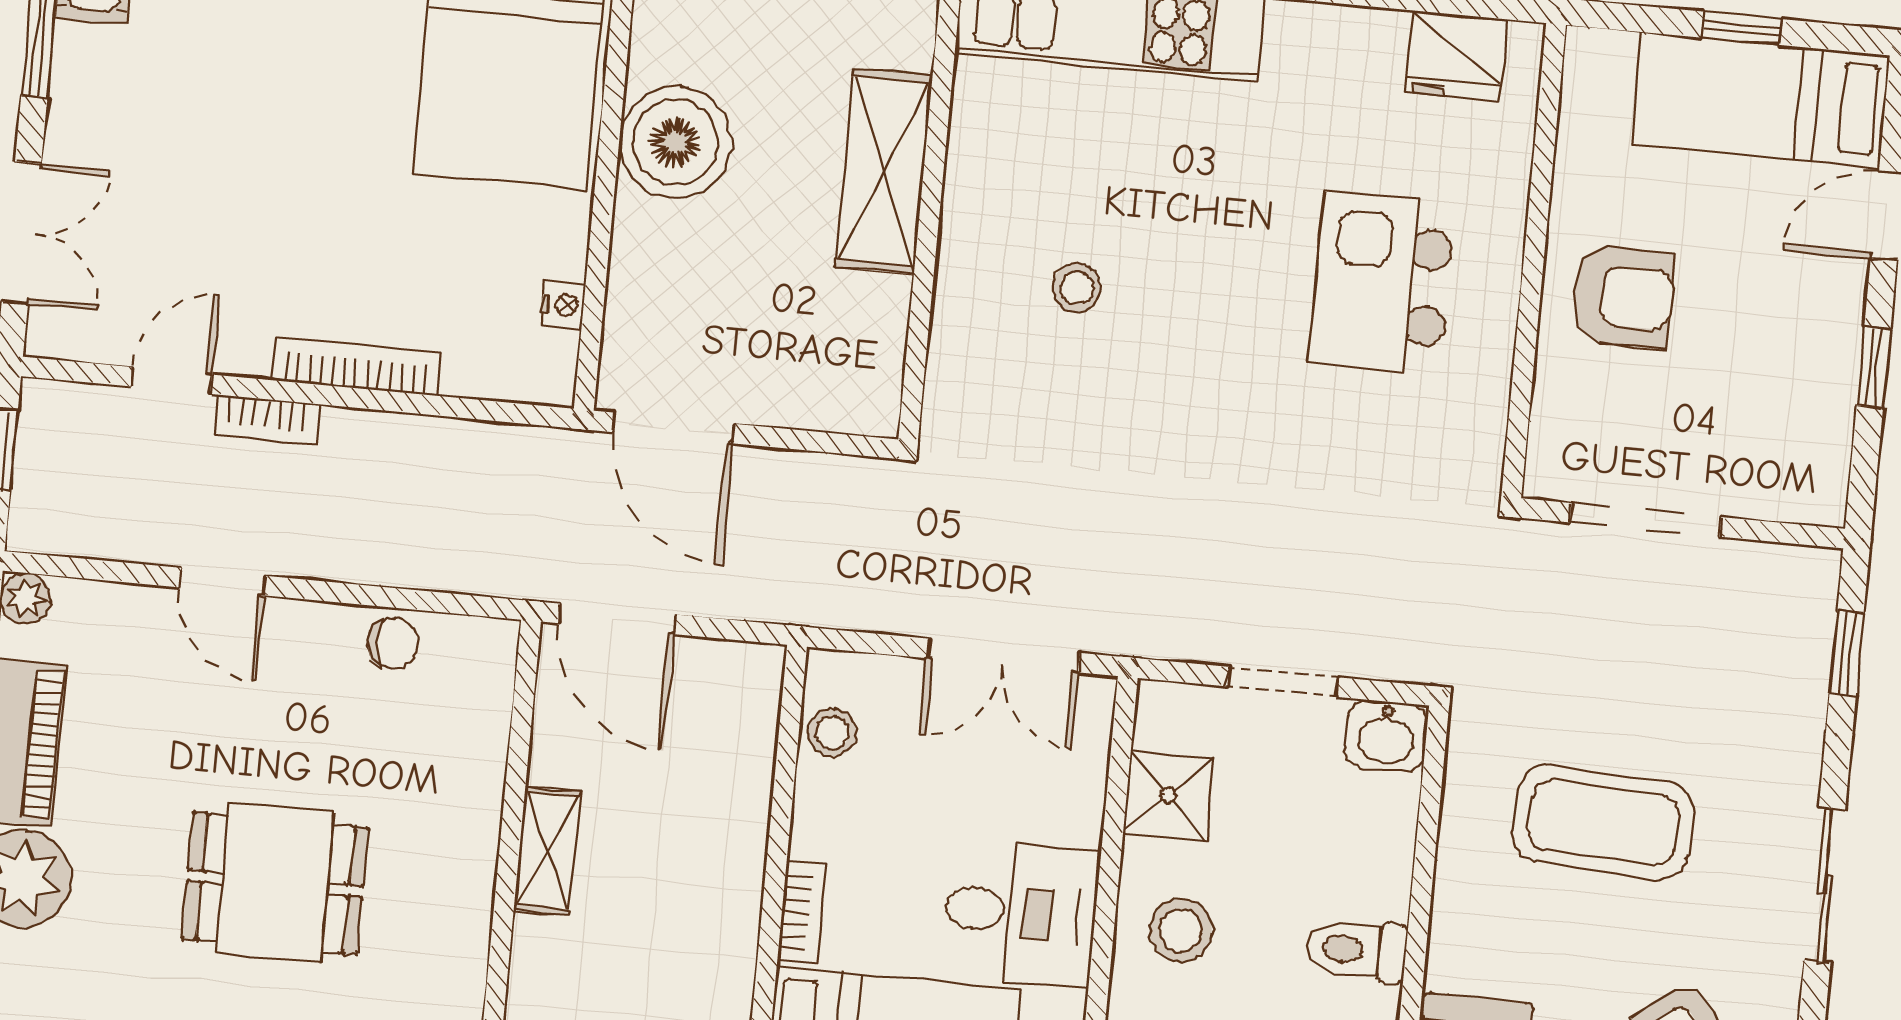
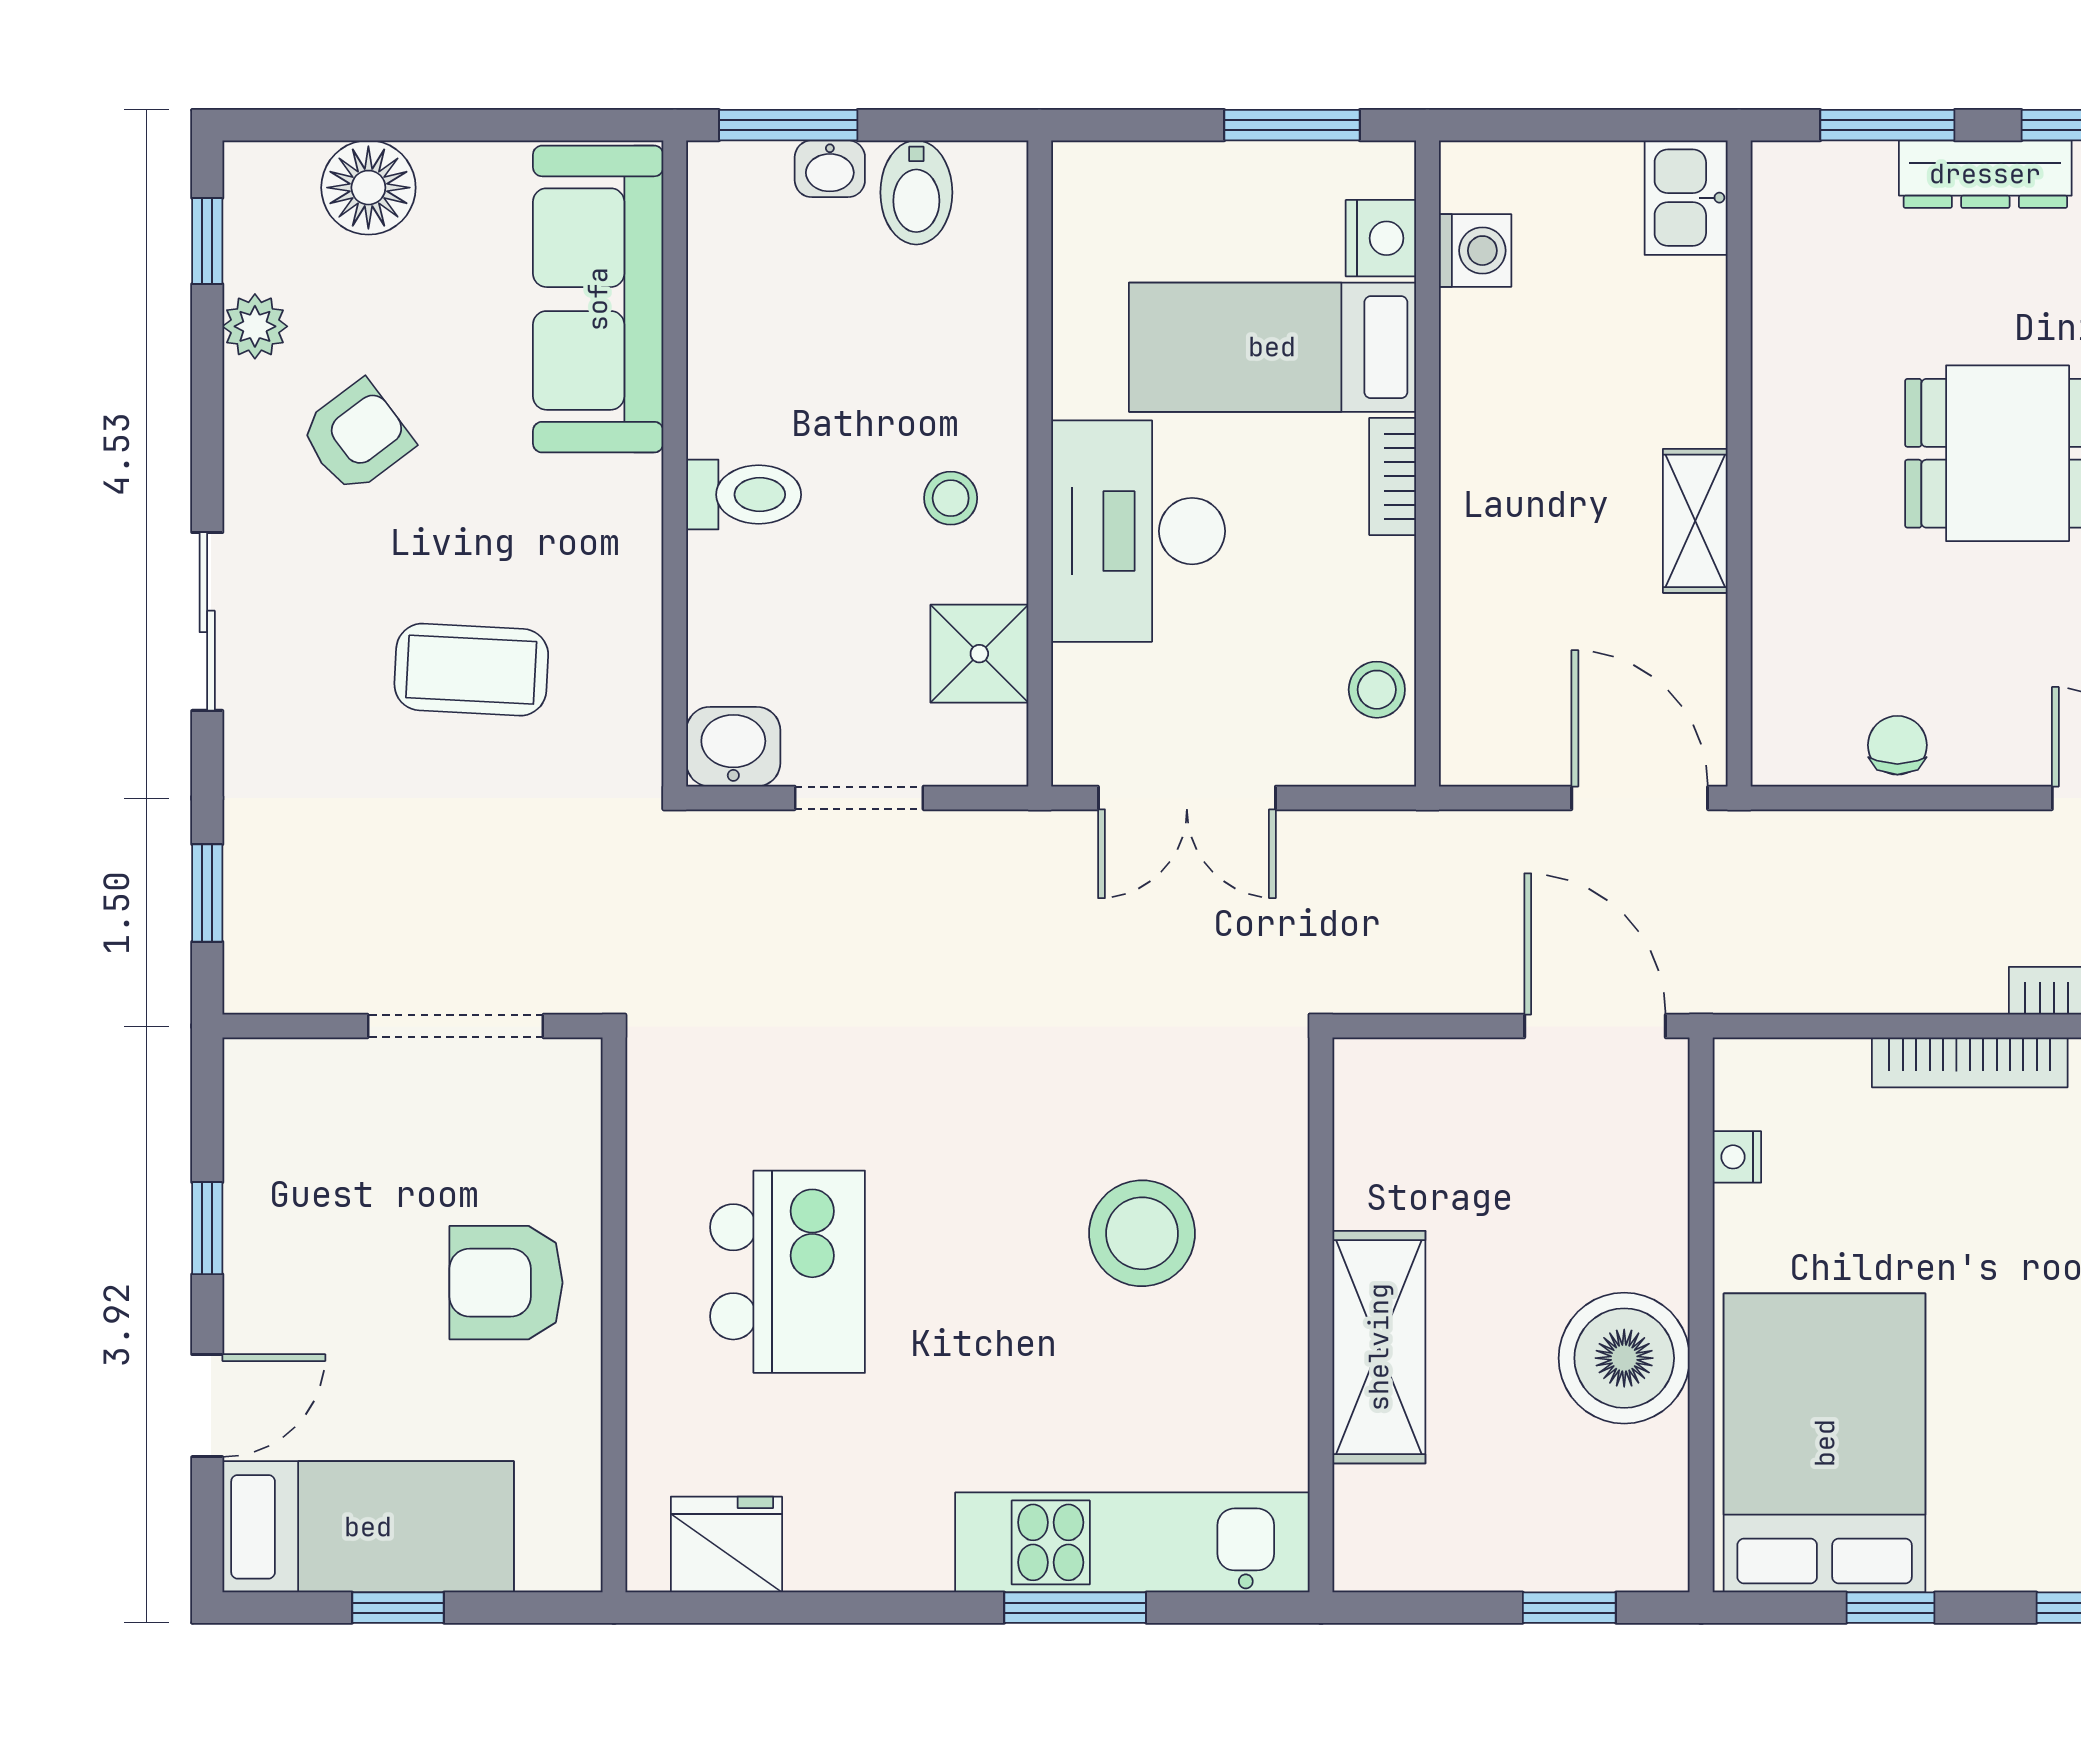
stool: (1077, 288) -> (1142, 1233), width x1.89, depth x1.89
chair: (393, 643) -> (1897, 745), turned 93
double door: (1003, 655) -> (1187, 798), swing flipped
coffee table: (1603, 823) -> (471, 670), width x0.73, depth x0.76
desk: (1021, 913) -> (1138, 531), width x1.37
stool: (1180, 930) -> (951, 498), width x0.73, depth x0.73

